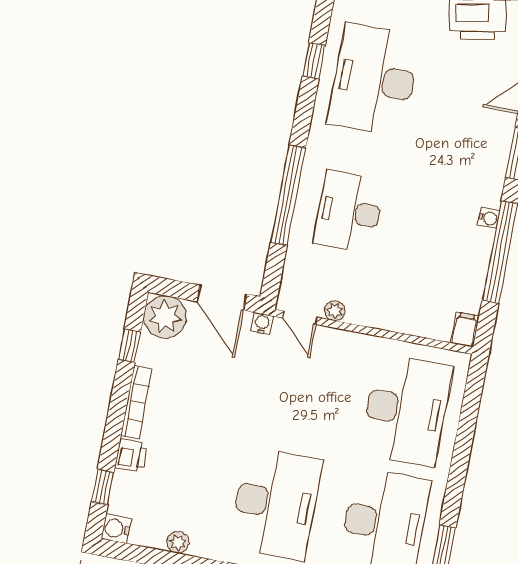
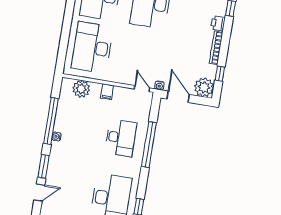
plant: (335, 311) -> (81, 89), moved, width x1.87, depth x1.87
filing cabinet: (465, 330) -> (107, 92), moved

